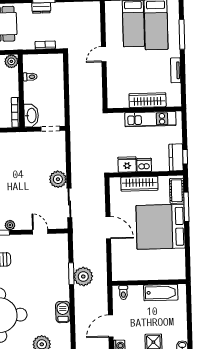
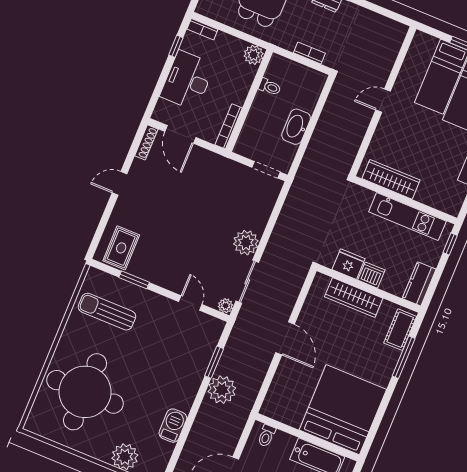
wardrobe: (148, 100) -> (391, 179), moved
washbasin: (31, 116) -> (296, 127), moved, turned 180
window: (185, 157) -> (450, 244), moved
plant: (10, 225) -> (226, 306), moved
bed: (161, 227) -> (343, 410), moved, turned 90
window: (71, 274) -> (214, 362), moved

